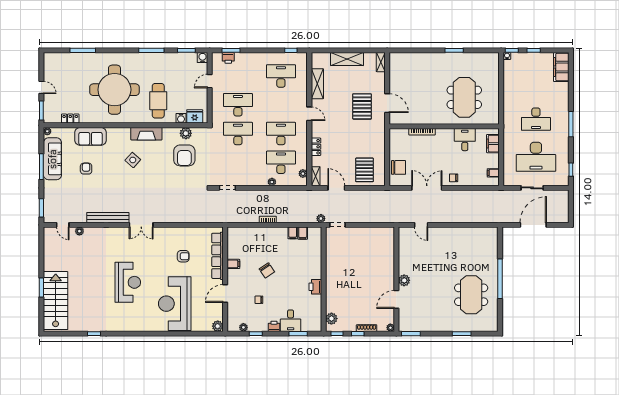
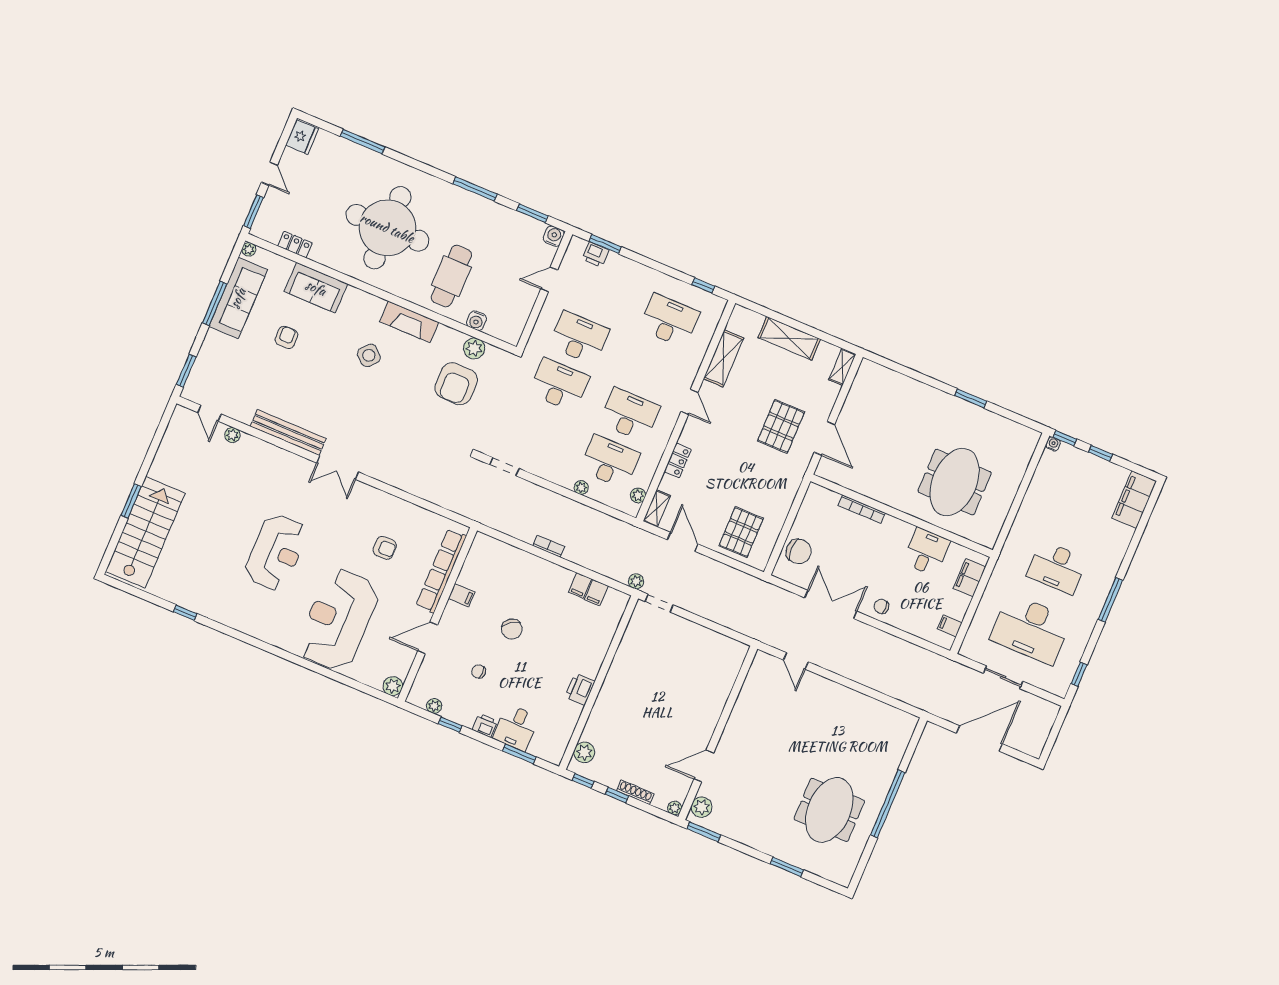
fridge: (195, 116) -> (302, 137), moved, turned 90
plant: (404, 280) -> (702, 807), moved

